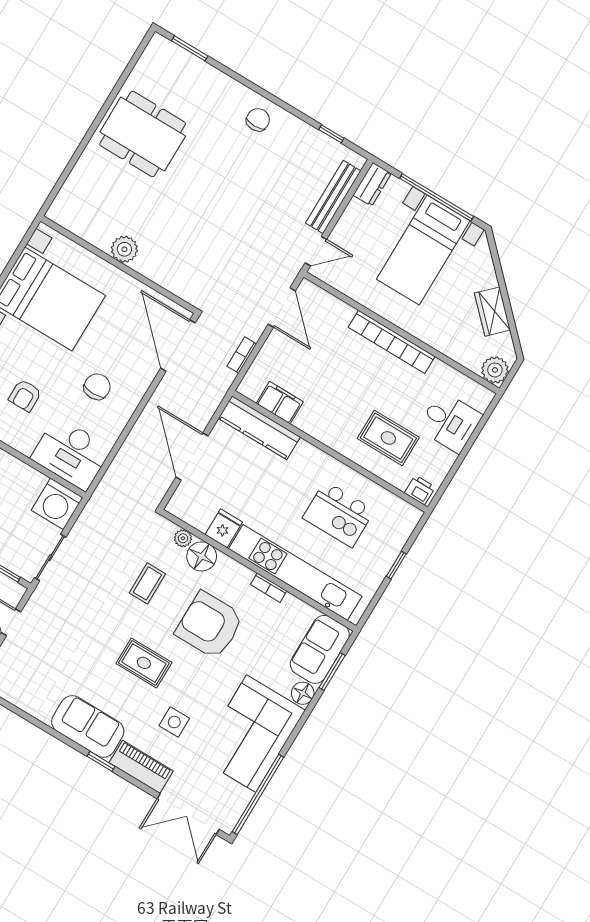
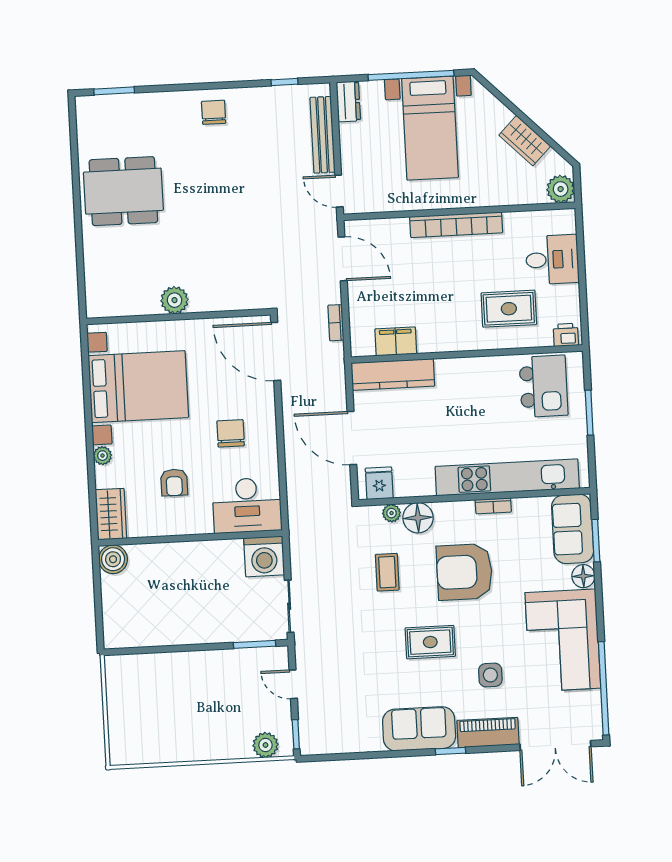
door: (316, 251) -> (339, 191), swing flipped
kitchen island: (339, 514) -> (543, 386), moved, turned -90
fridge: (224, 528) -> (379, 483), moved
window: (396, 565) -> (589, 413), width x1.50

